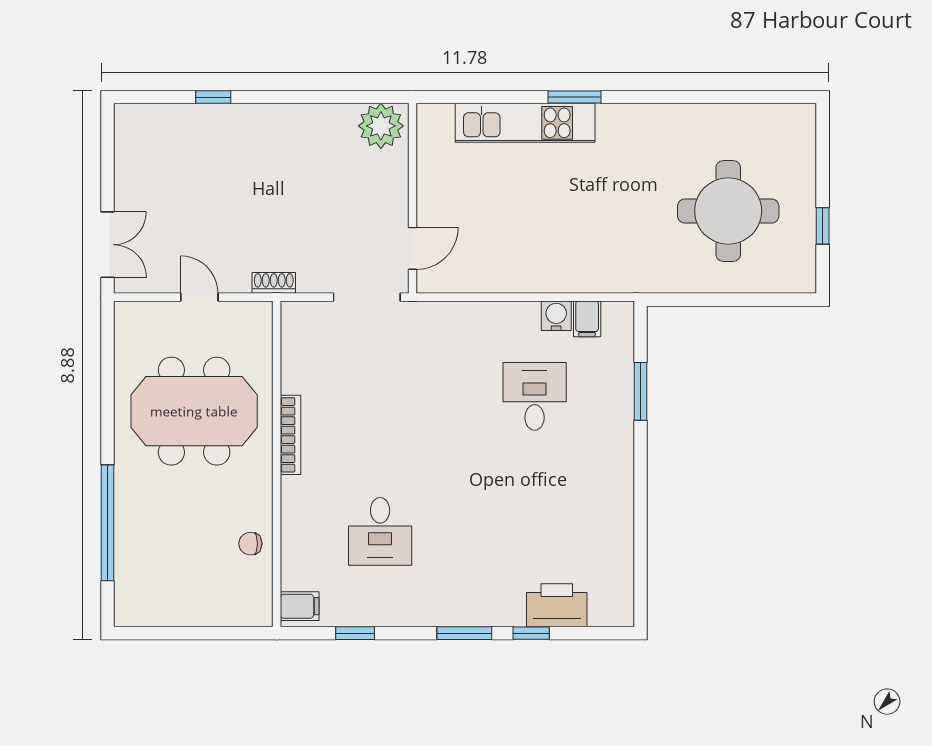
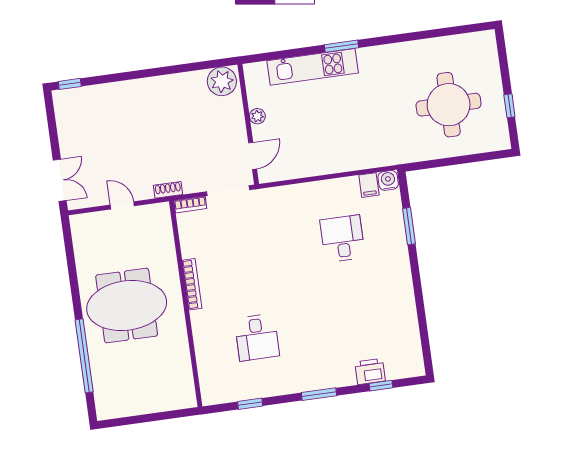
window: (213, 97) -> (70, 84), moved
plant: (428, 188) -> (257, 116), added
bookcase: (305, 311) -> (190, 205), added
water cooler: (556, 316) -> (388, 180), moved
meeting table: (194, 411) -> (127, 305), moved
chair: (250, 544) -> (176, 356), removed
printer: (557, 605) -> (370, 371), width x0.73, depth x0.84
filing cabinet: (300, 606) -> (213, 392), removed
window: (531, 633) -> (381, 386), moved

